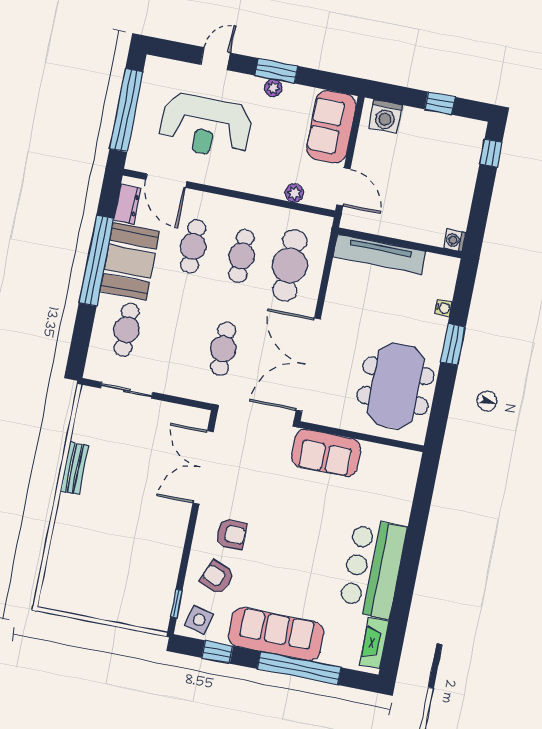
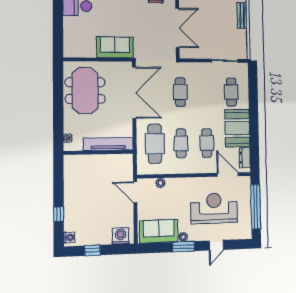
sofa: (331, 127) -> (159, 231), moved, turned -90
window: (491, 153) -> (59, 214), moved
washing machine: (455, 240) -> (69, 237), moved
wall: (400, 243) -> (99, 152), moved
tv unit: (379, 254) -> (108, 144), moved
window: (96, 261) -> (254, 125), removed
window: (453, 344) -> (58, 119), removed

